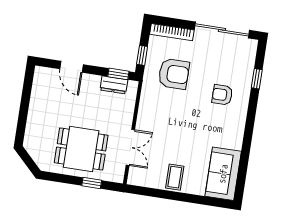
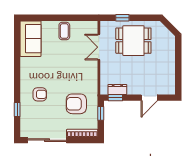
door: (72, 67) -> (149, 98), swing flipped

